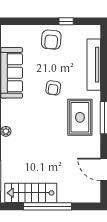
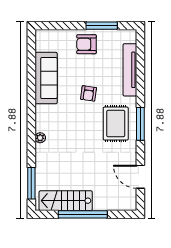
window: (66, 21) -> (102, 26), width x2.17
armchair: (51, 40) -> (86, 44), turned 85

